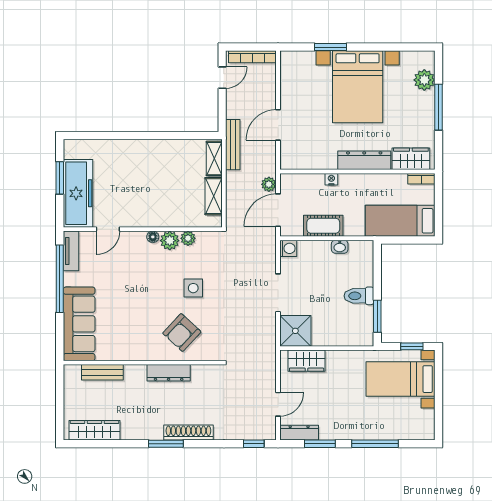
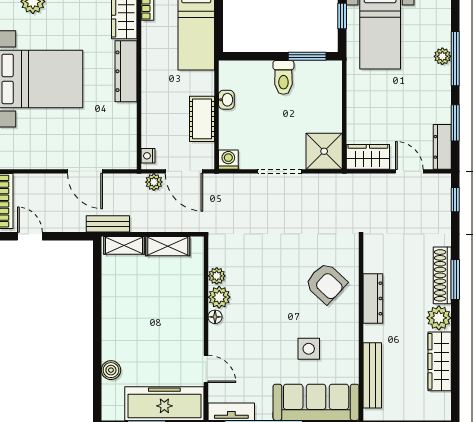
bench: (233, 145) -> (108, 224), width x0.73
boiler: (107, 147) -> (111, 370), added
nightstand: (331, 179) -> (148, 156), moved
side table: (193, 288) -> (309, 349), moved
wardrobe: (307, 361) -> (368, 157), moved, turned -90
bench: (102, 372) -> (372, 375), width x1.36
wardrobe: (94, 430) -> (440, 361), moved
plant: (152, 430) -> (439, 318), added
plant: (377, 433) -> (442, 56), added
window: (166, 444) -> (455, 279), moved

